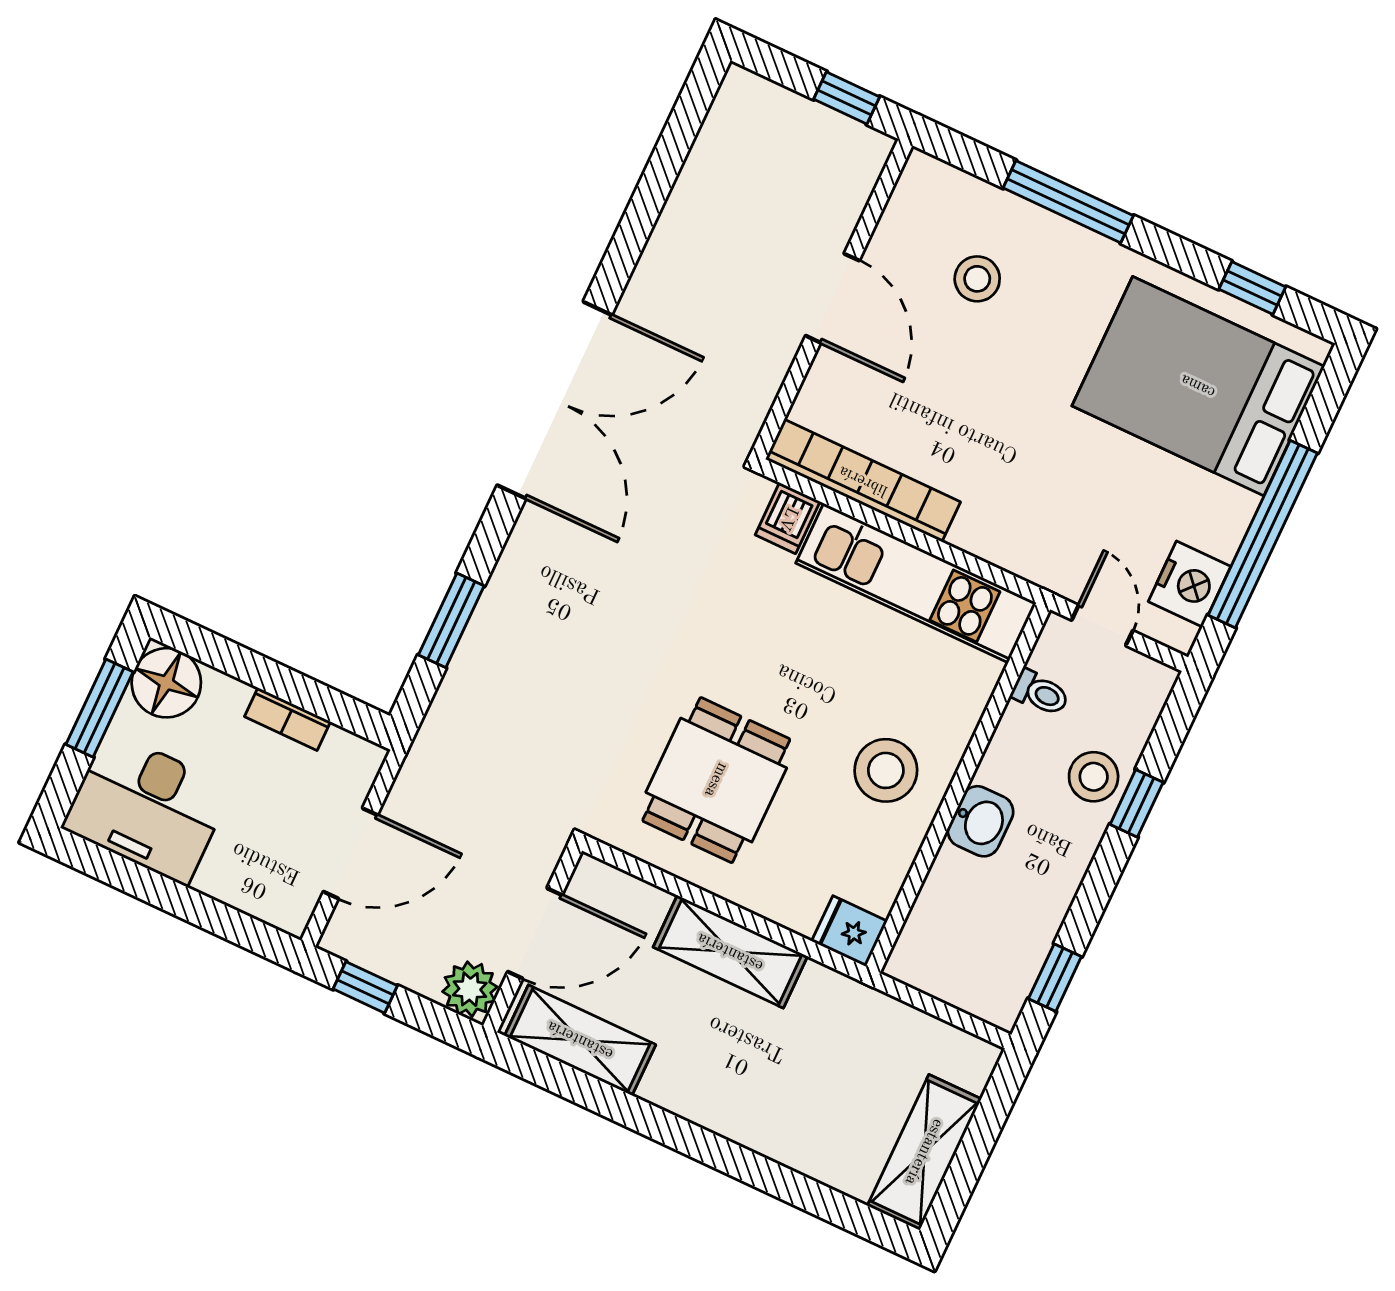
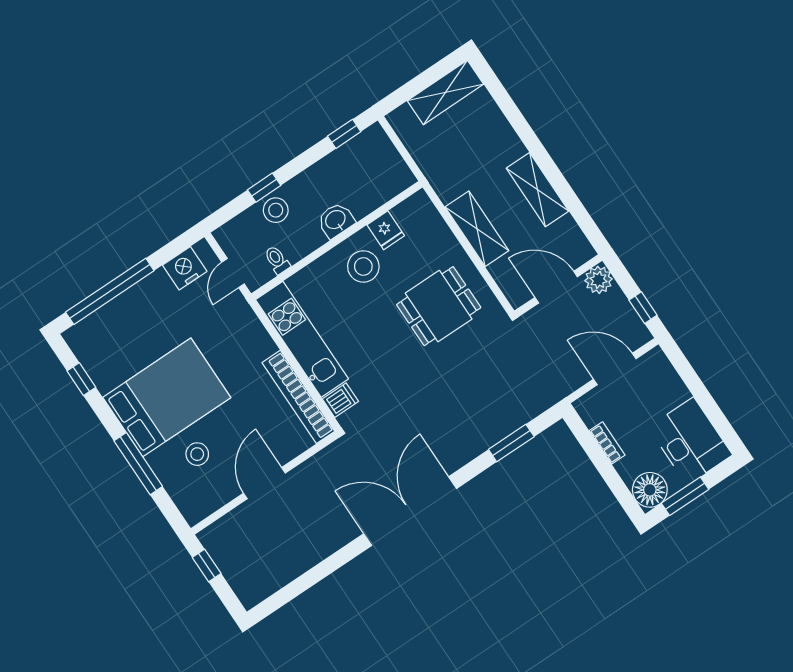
bed: (1198, 386) -> (167, 397), moved, turned -90
window: (1263, 534) -> (110, 291), moved
fridge: (849, 931) -> (386, 230), moved
shelving: (580, 1040) -> (538, 190), moved

